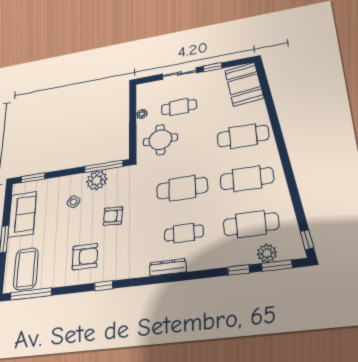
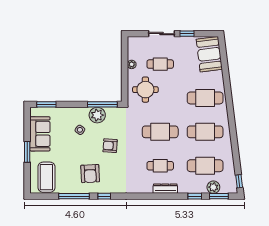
armchair: (85, 257) -> (90, 174), turned 87
dresser: (168, 267) -> (165, 189), moved
window: (31, 294) -> (74, 196), moved

